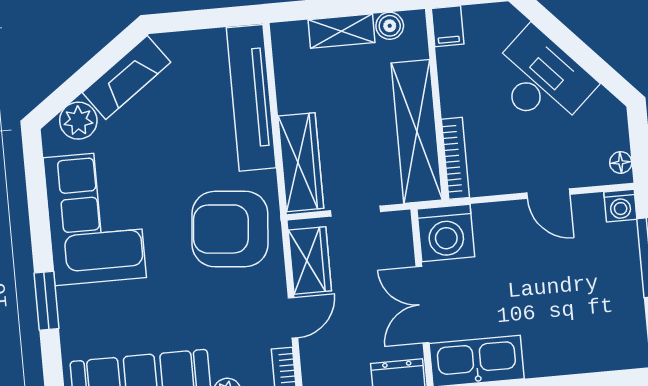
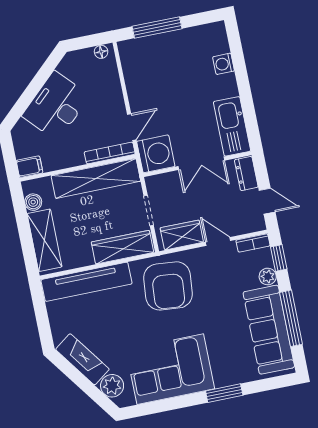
shelving: (341, 31) -> (45, 240), width x1.50, depth x1.33
door: (548, 194) -> (132, 127), moved
washing machine: (620, 206) -> (224, 64), moved, turned 180

